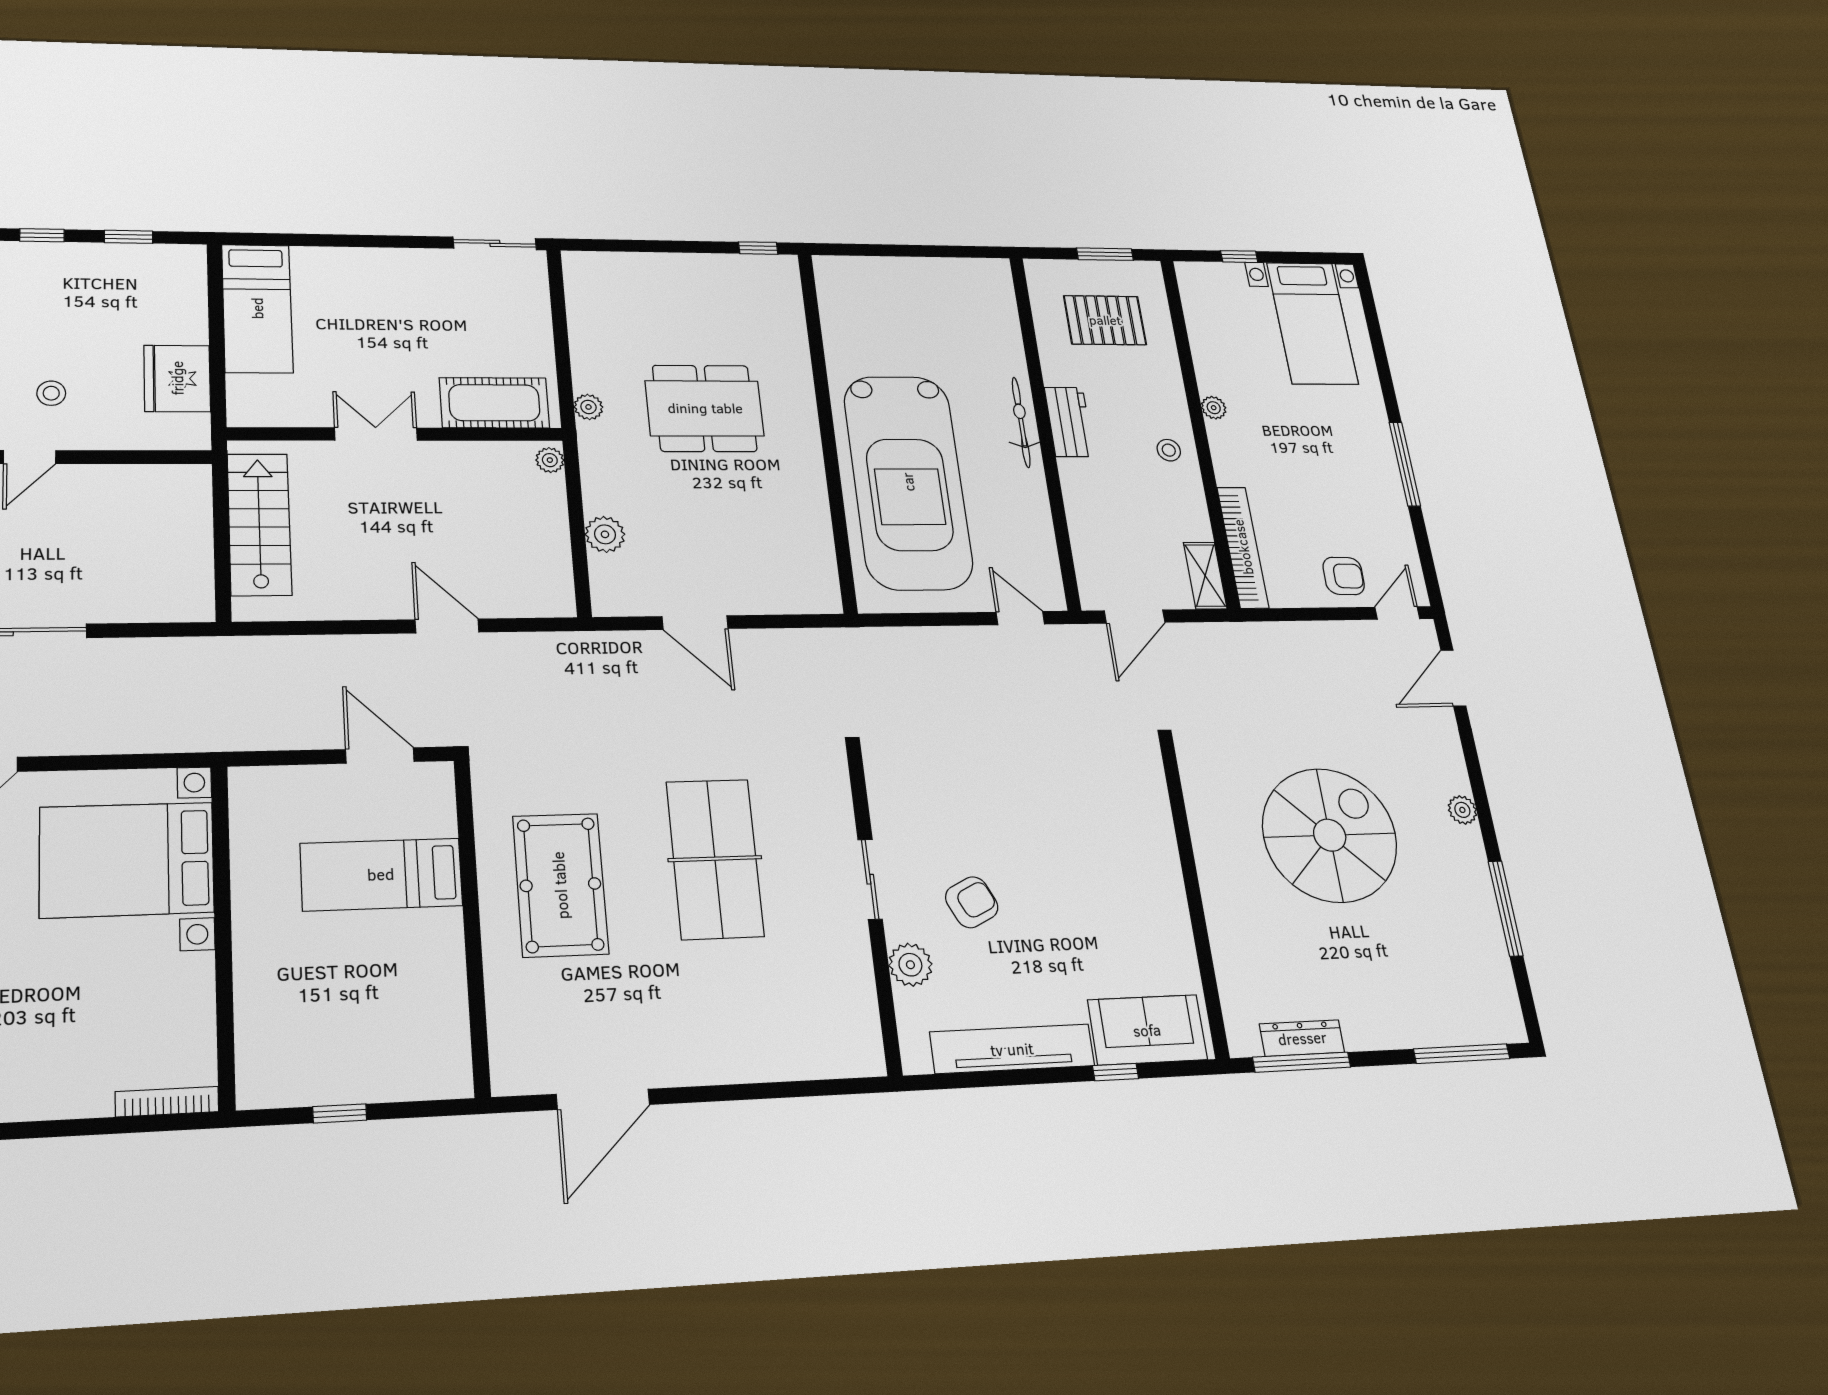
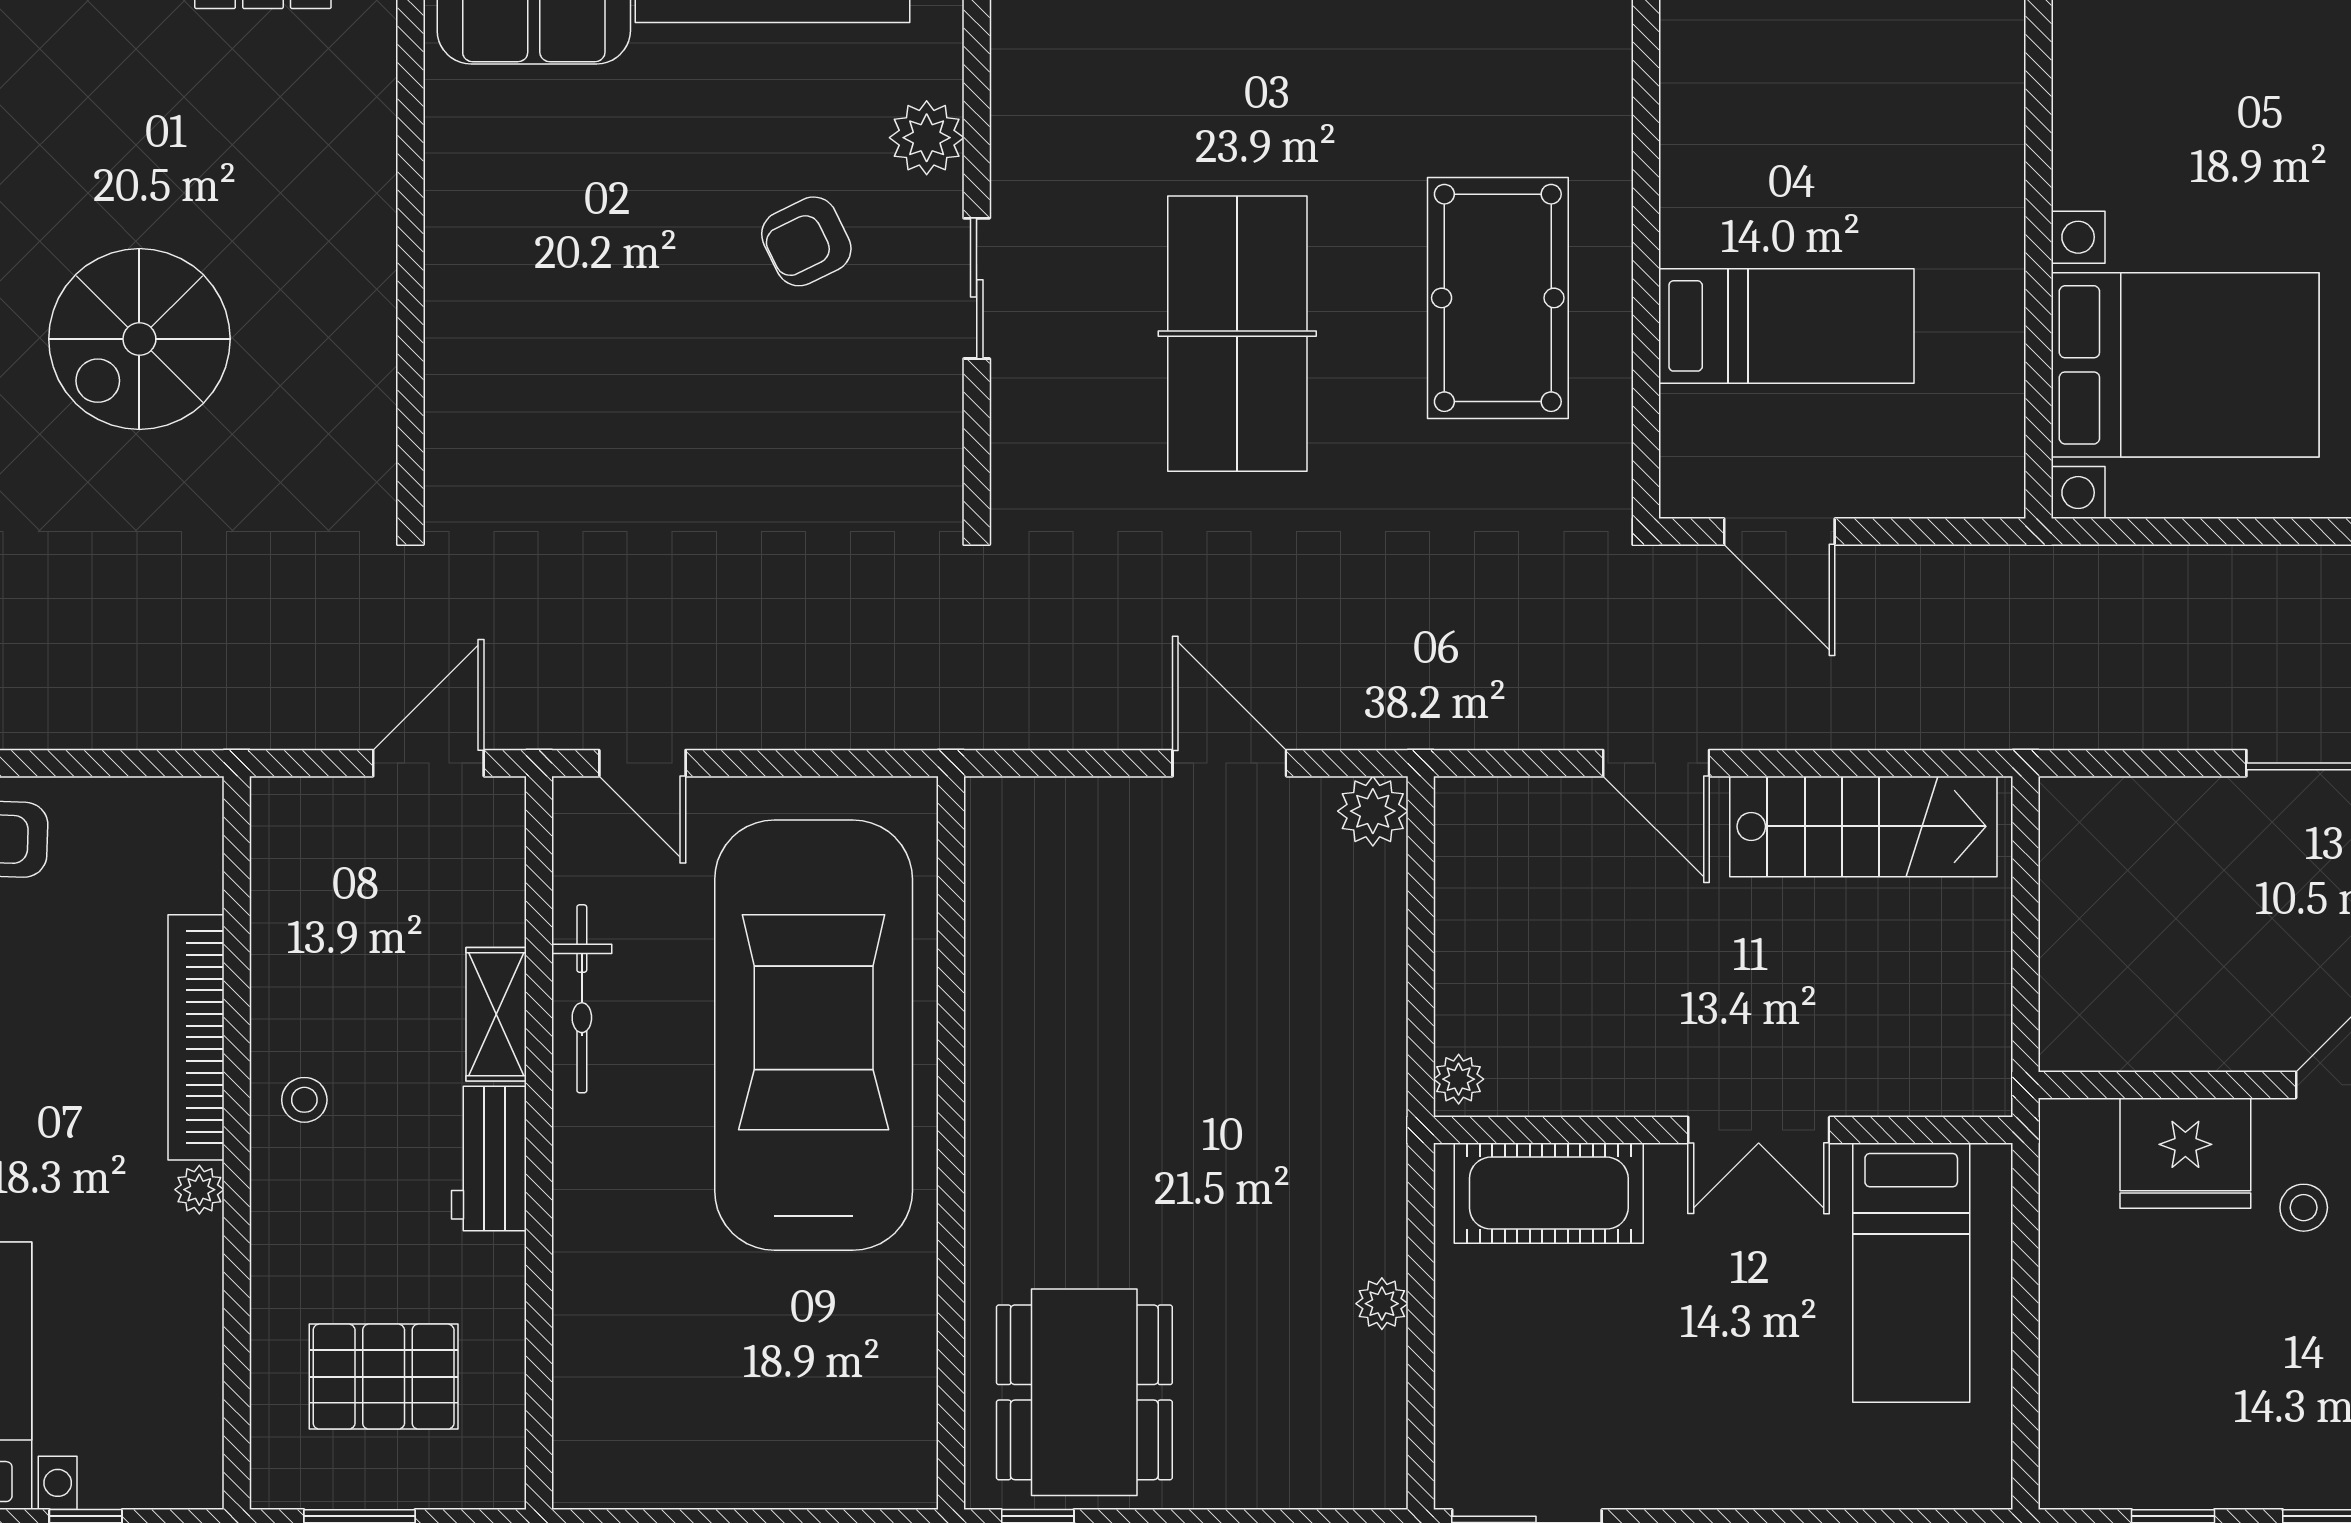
bed: (257, 308) -> (1911, 1273), moved, turned 180
fridge: (177, 378) -> (2185, 1153), moved, turned 90
plant: (588, 407) -> (1382, 1304), moved
dining table: (705, 408) -> (1084, 1392), moved, turned 90
bicycle: (1021, 422) -> (582, 999), moved
stairs: (259, 524) -> (1863, 826), moved, turned -90
plant: (605, 534) -> (1373, 811), moved
bookcase: (1243, 547) -> (196, 1037), moved
shelving: (1205, 576) -> (496, 1014), moved
spiral stairs: (1330, 835) -> (139, 339), width x0.73, depth x0.73

